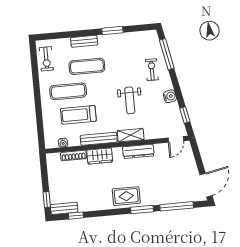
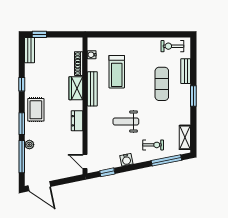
window: (112, 30) -> (193, 96), moved
bench: (84, 41) -> (186, 71), moved
exercise mat: (68, 91) -> (140, 64), removed
treadmill: (78, 115) -> (117, 72), turned 180
shelving: (131, 135) -> (185, 137), moved
dresser: (138, 151) -> (77, 121), width x0.70
plant: (163, 200) -> (29, 145), added
window: (76, 216) -> (22, 84), moved

